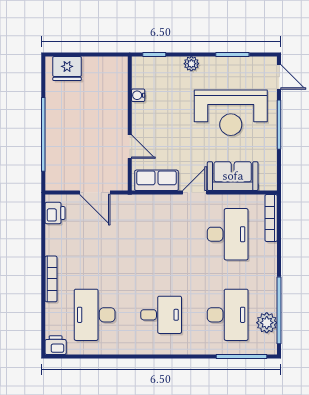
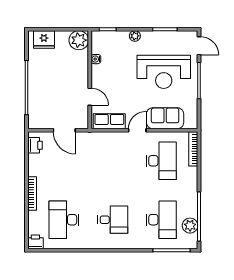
plant: (115, 69) -> (79, 40), added

